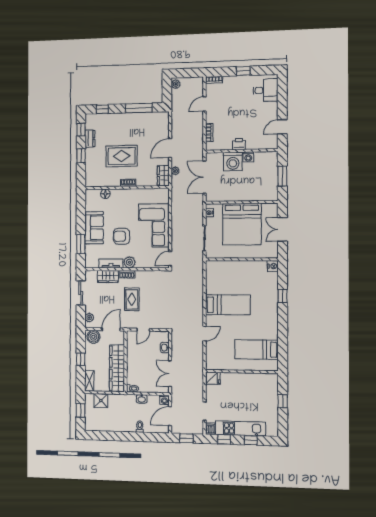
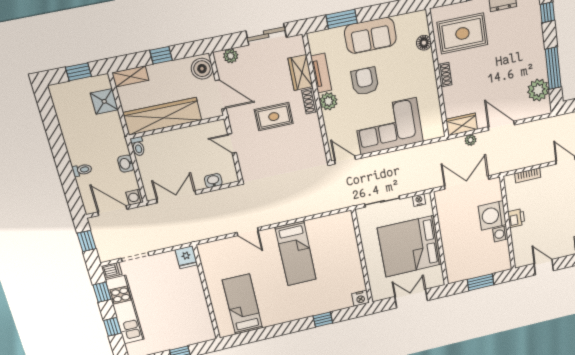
plant: (151, 120) -> (538, 90), added
rug: (122, 156) -> (462, 33), moved, turned 90

